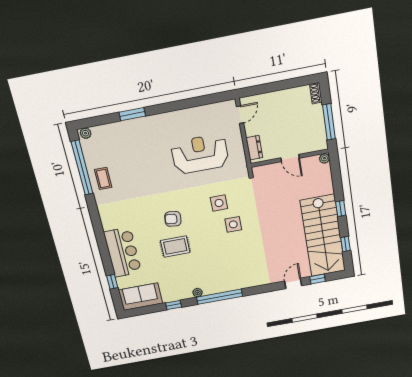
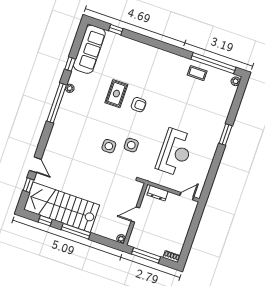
window: (132, 114) -> (226, 134), moved
door: (240, 115) -> (187, 196), swing flipped
window: (341, 209) -> (76, 231), width x2.17
armchair: (173, 219) -> (139, 105), turned 83
bar counter: (123, 252) -> (134, 52), removed
sofa: (141, 297) -> (89, 49), width x1.36

